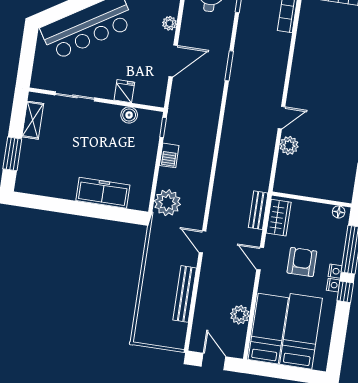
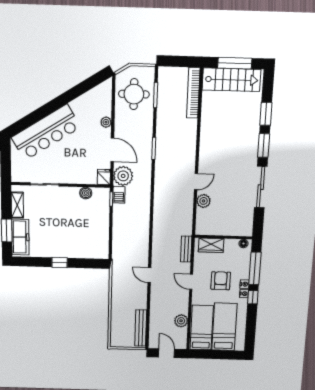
door: (173, 61) -> (112, 150), hinge flipped
fridge: (124, 91) -> (104, 177), moved
barbecue: (169, 155) -> (119, 195), moved
freezer: (103, 193) -> (20, 237), moved, turned 90
plant: (167, 203) -> (123, 176), moved
window: (79, 208) -> (60, 263), added
wardrobe: (279, 218) -> (211, 245), moved, turned 90
bench: (185, 294) -> (141, 328), moved

